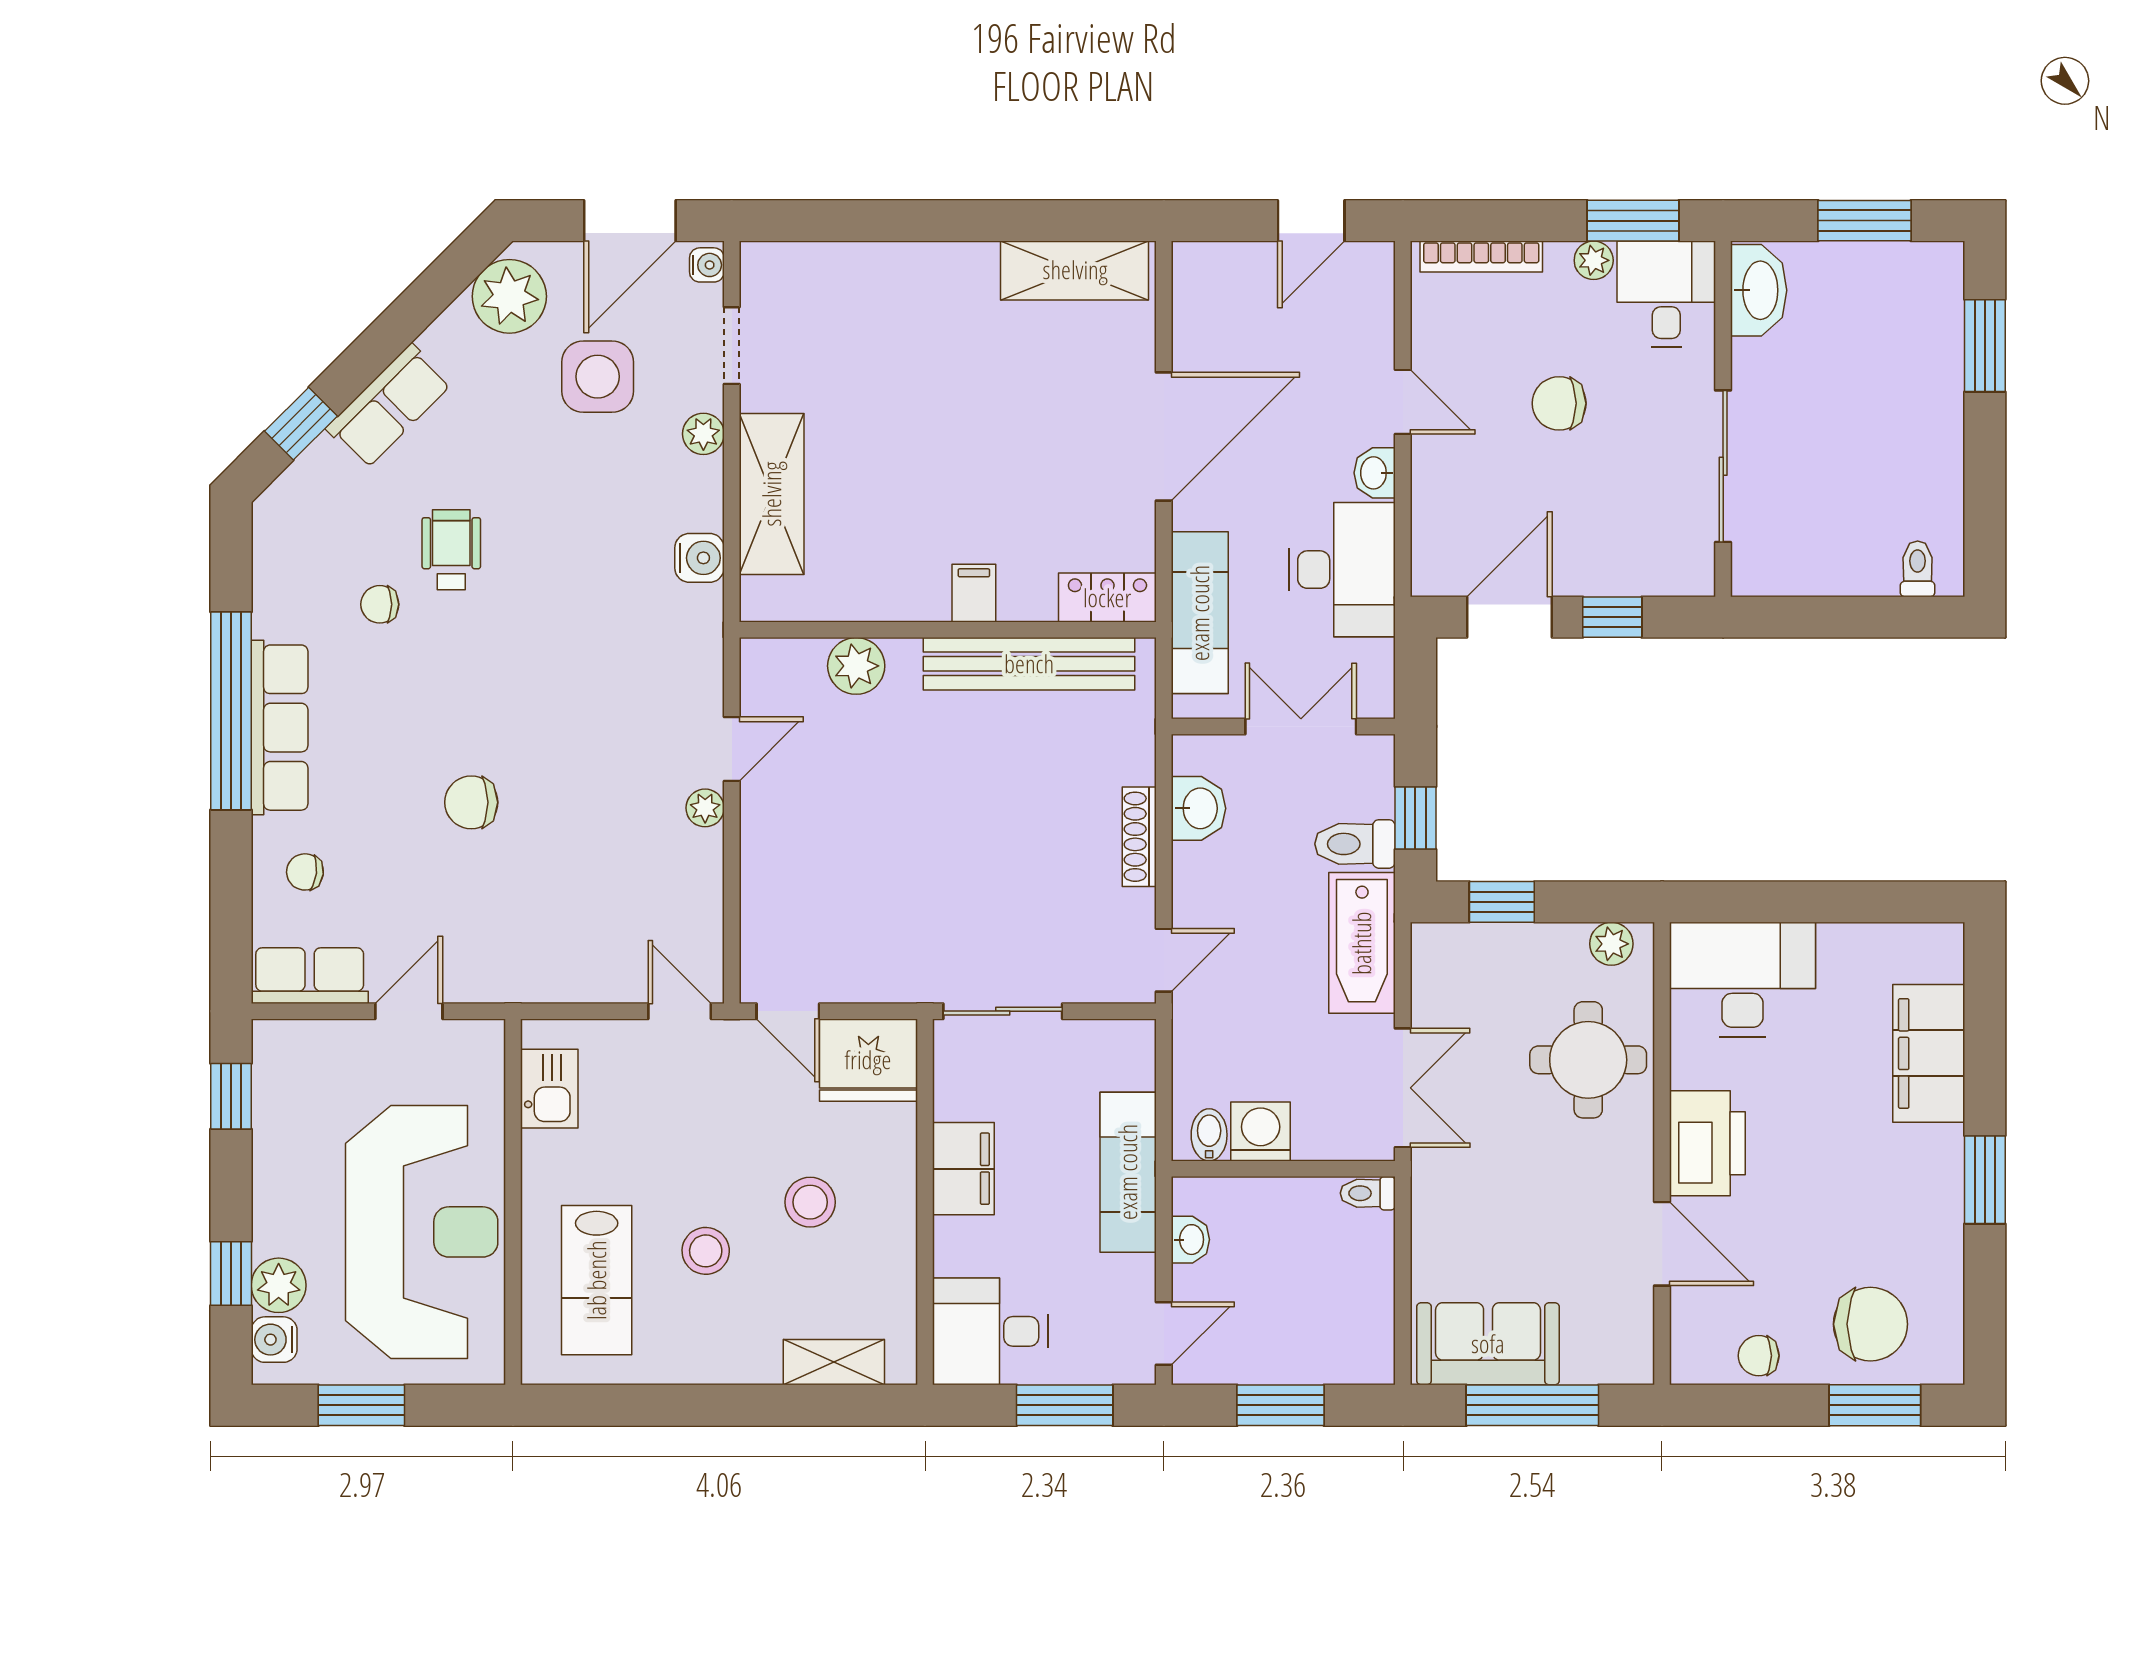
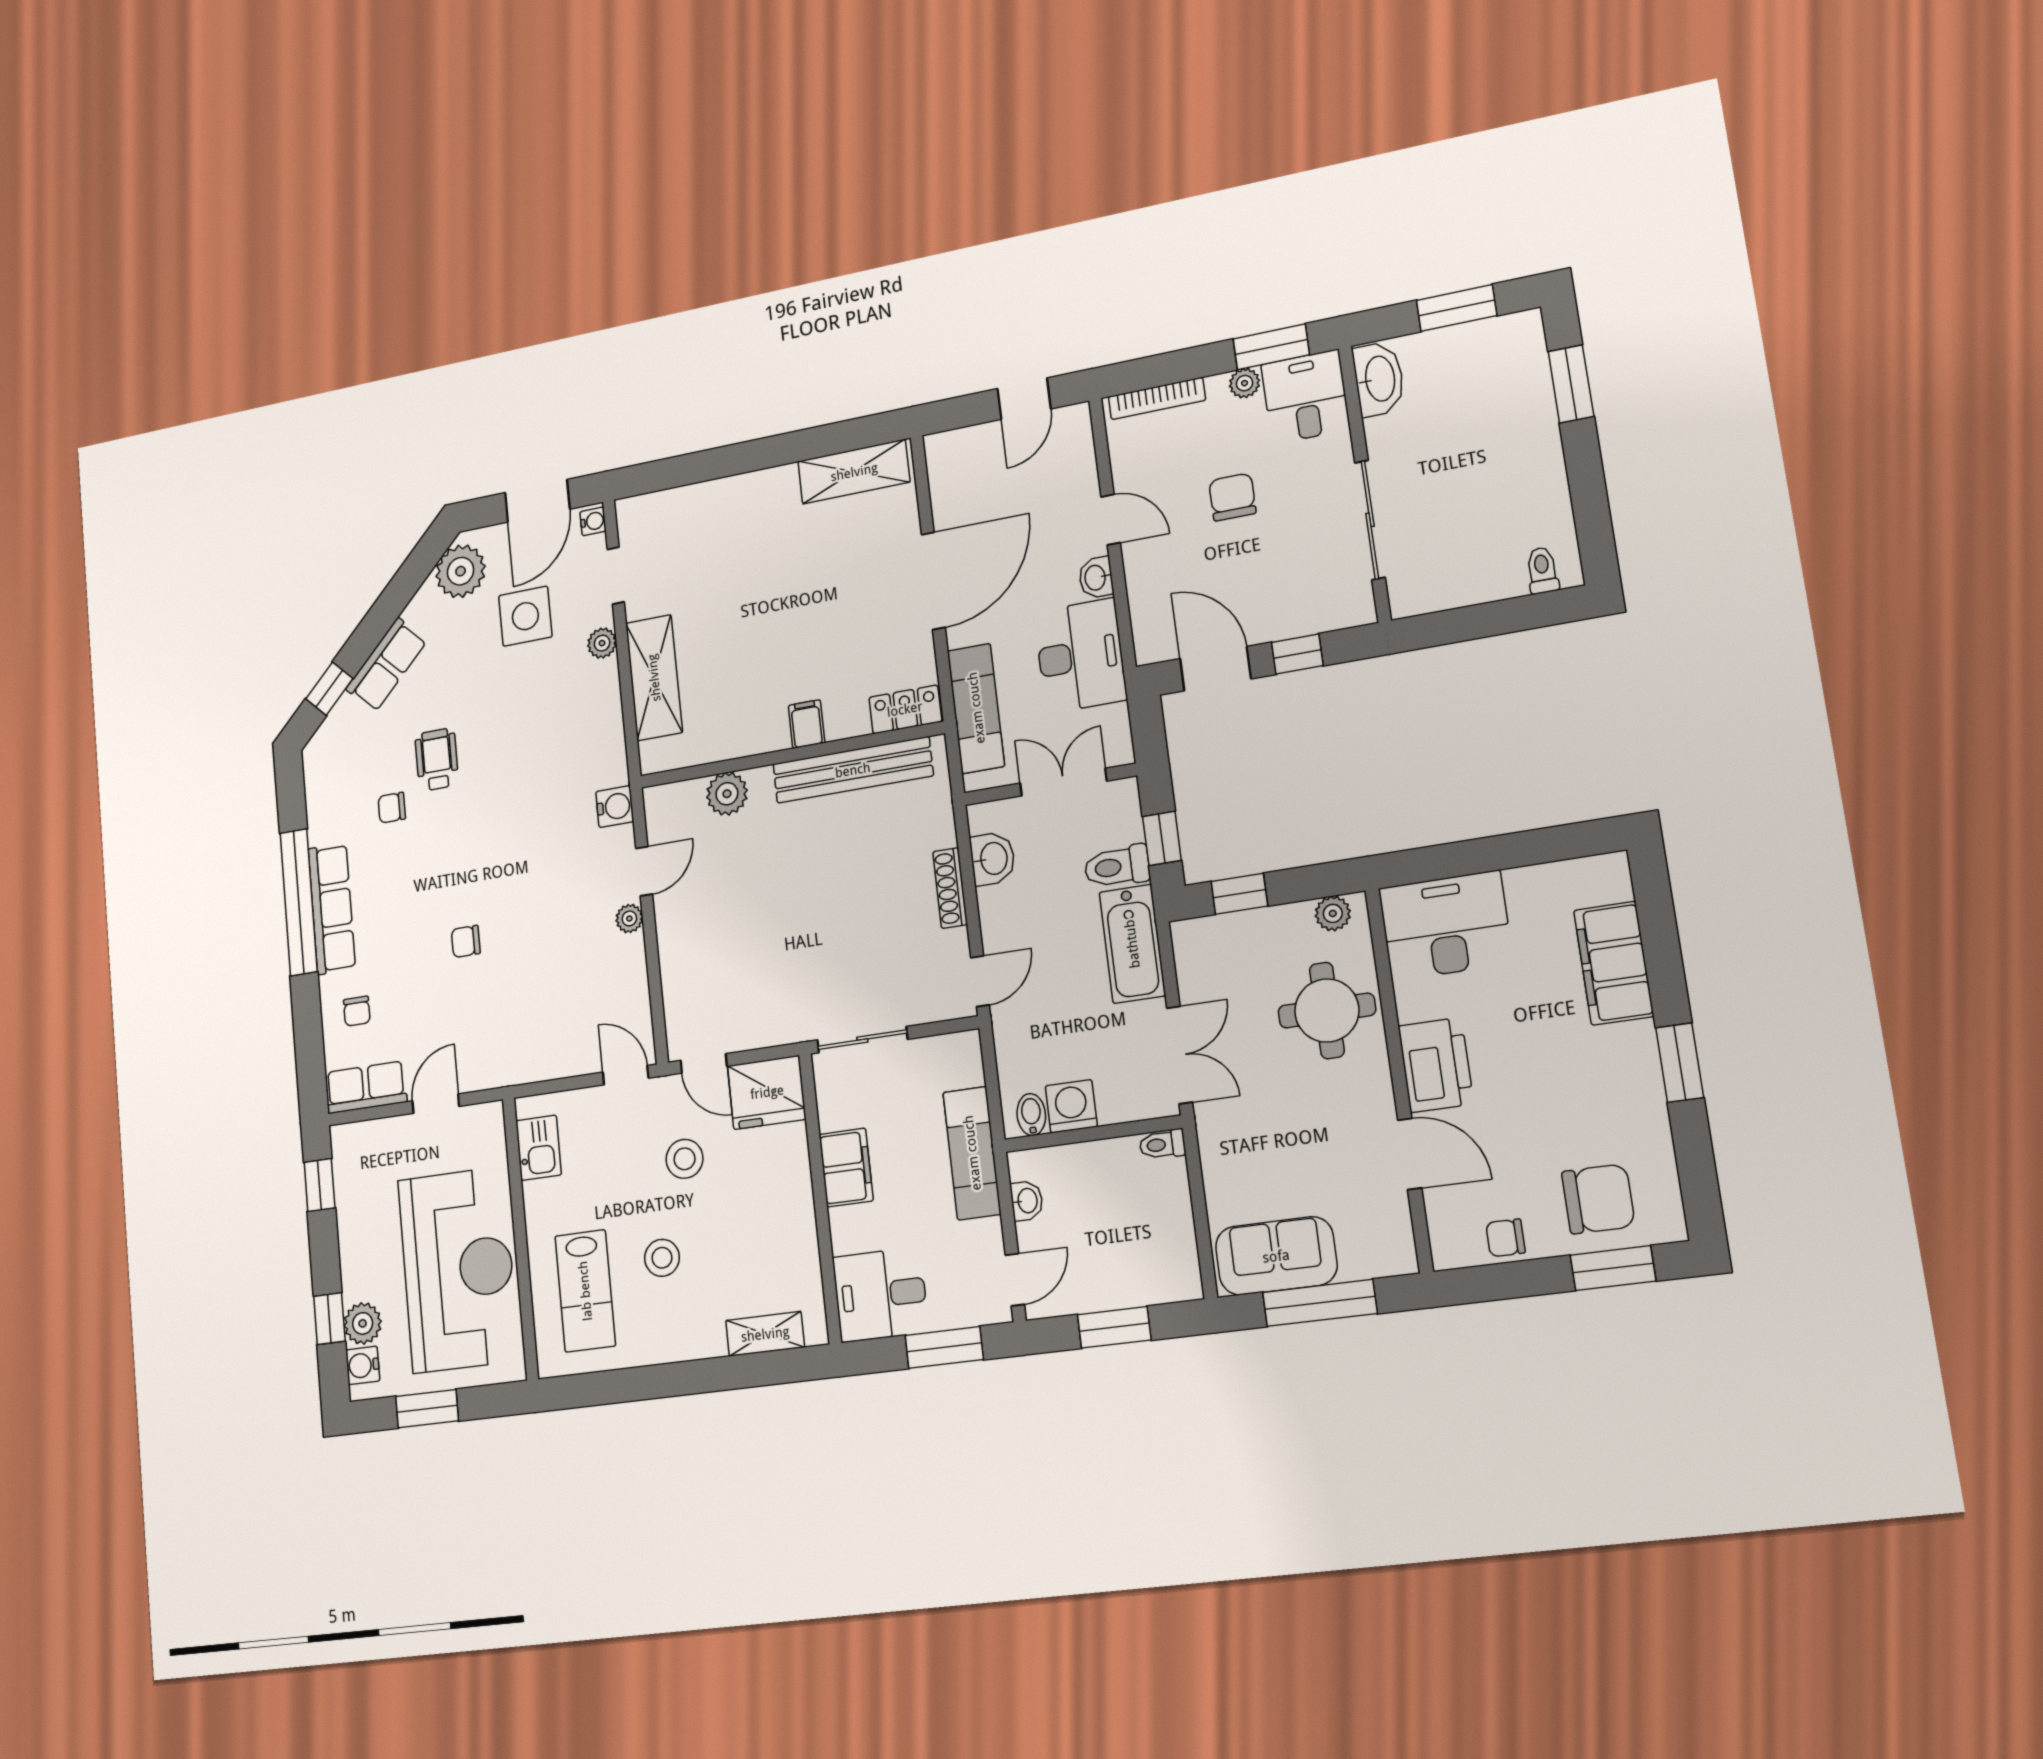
chair: (1559, 403) -> (1232, 497), turned 90
water cooler: (699, 558) -> (615, 807), moved
door: (1509, 617) -> (1215, 669), hinge flipped
chair: (471, 802) -> (466, 941), width x0.73, depth x0.73
chair: (305, 872) -> (357, 1011), turned -97
stool: (810, 1202) -> (685, 1159), moved

